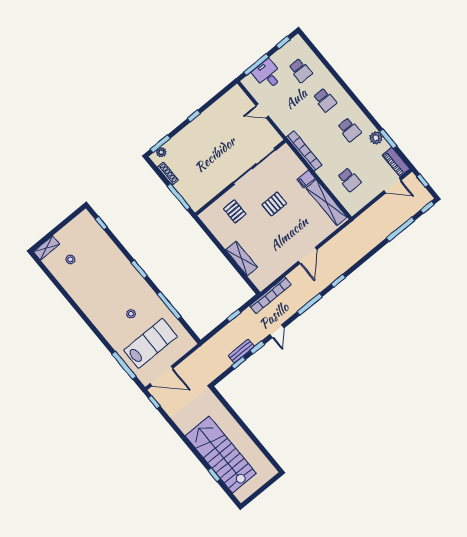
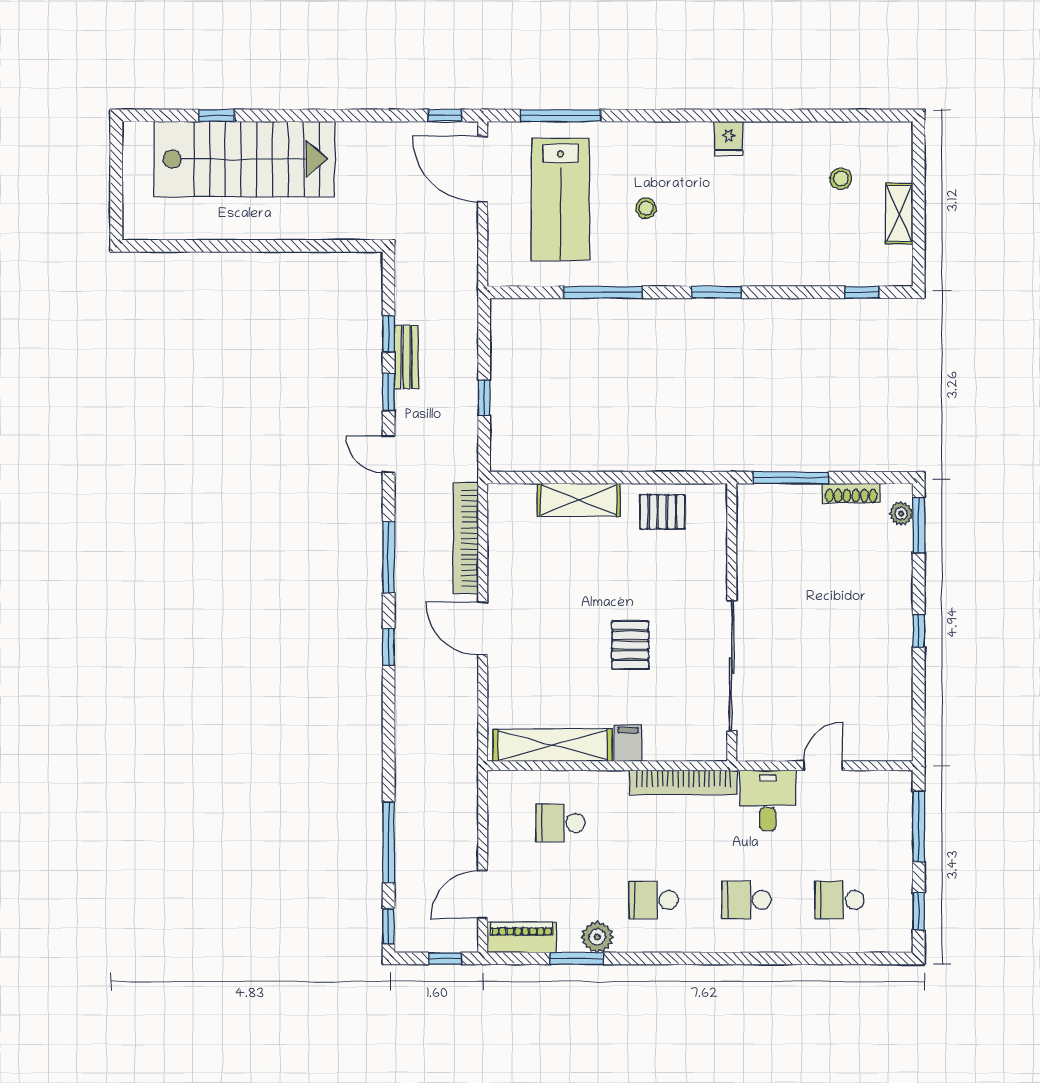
desk: (268, 75) -> (768, 800), moved, turned -90
pallet: (235, 211) -> (662, 512), moved
shelving: (46, 248) -> (899, 213), moved
bookcase: (270, 295) -> (466, 538), moved
fridge: (87, 306) -> (729, 138), added
door: (161, 376) -> (483, 169), hinge flipped

